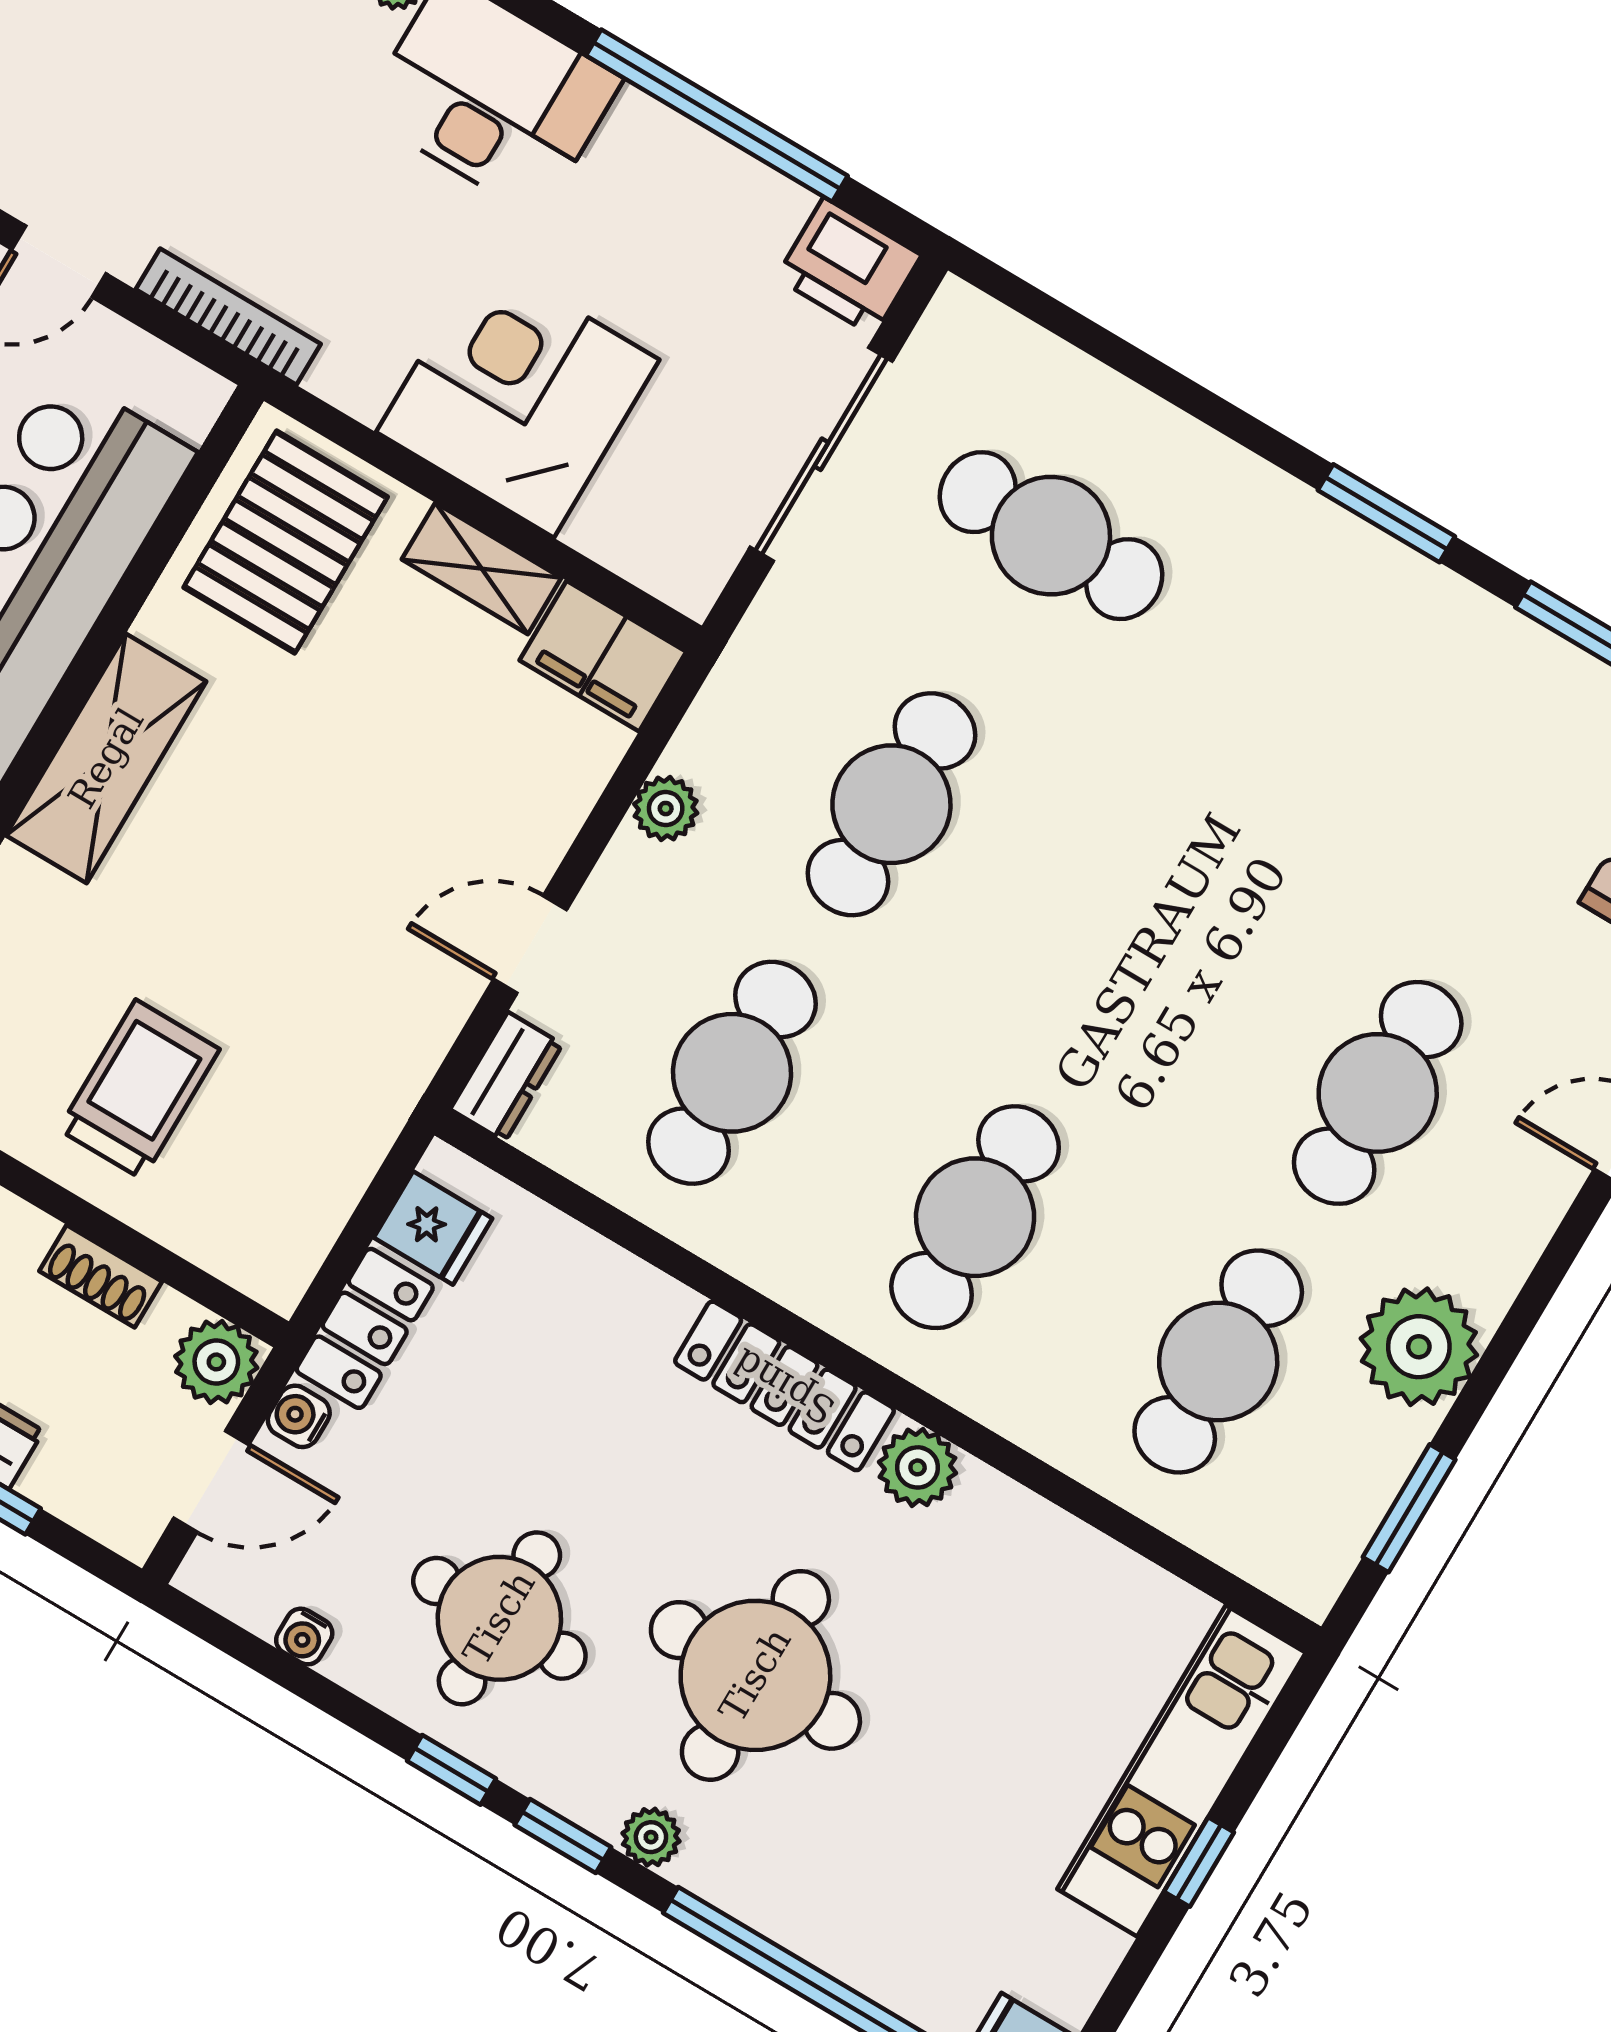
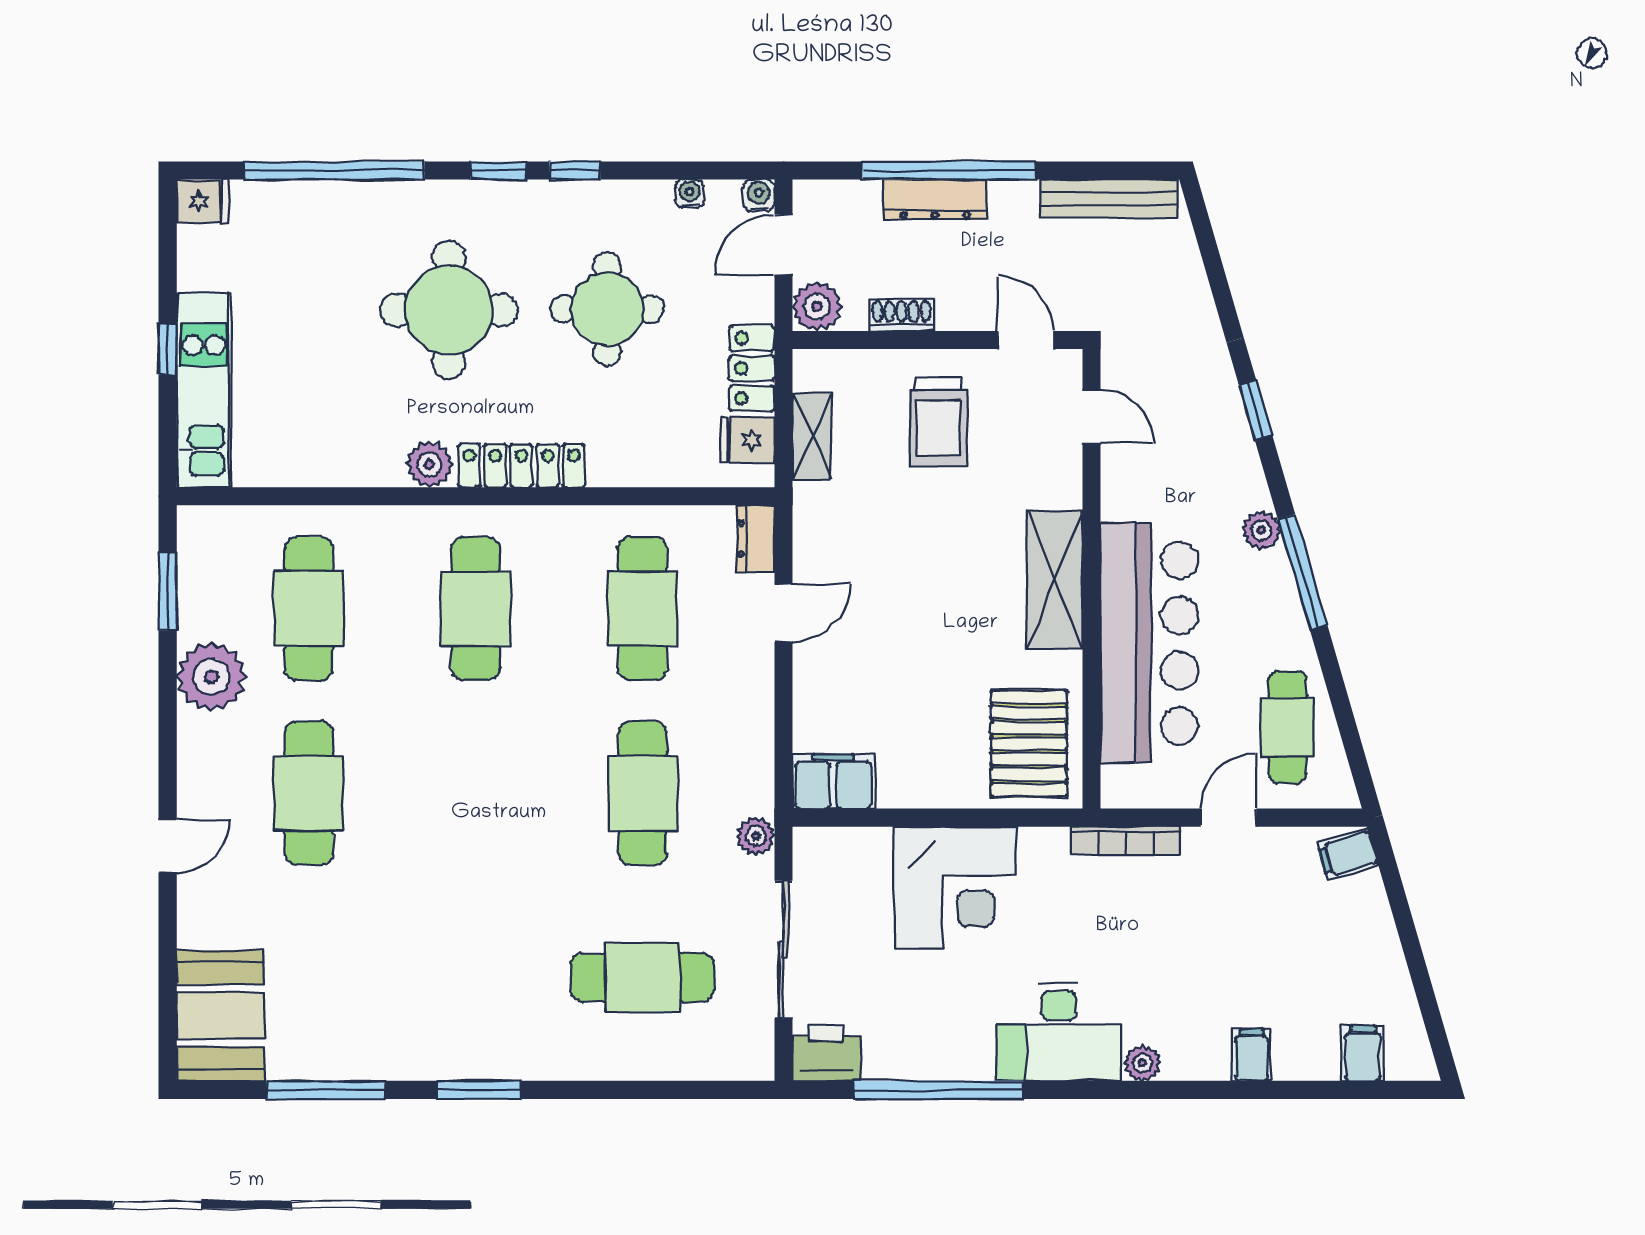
shelving: (482, 568) -> (812, 436), moved, turned 90
plant: (666, 809) -> (756, 836), moved
water cooler: (299, 1416) -> (759, 195), moved, turned -90
round table: (499, 1618) -> (607, 309), moved
plant: (651, 1837) -> (453, 196), removed

